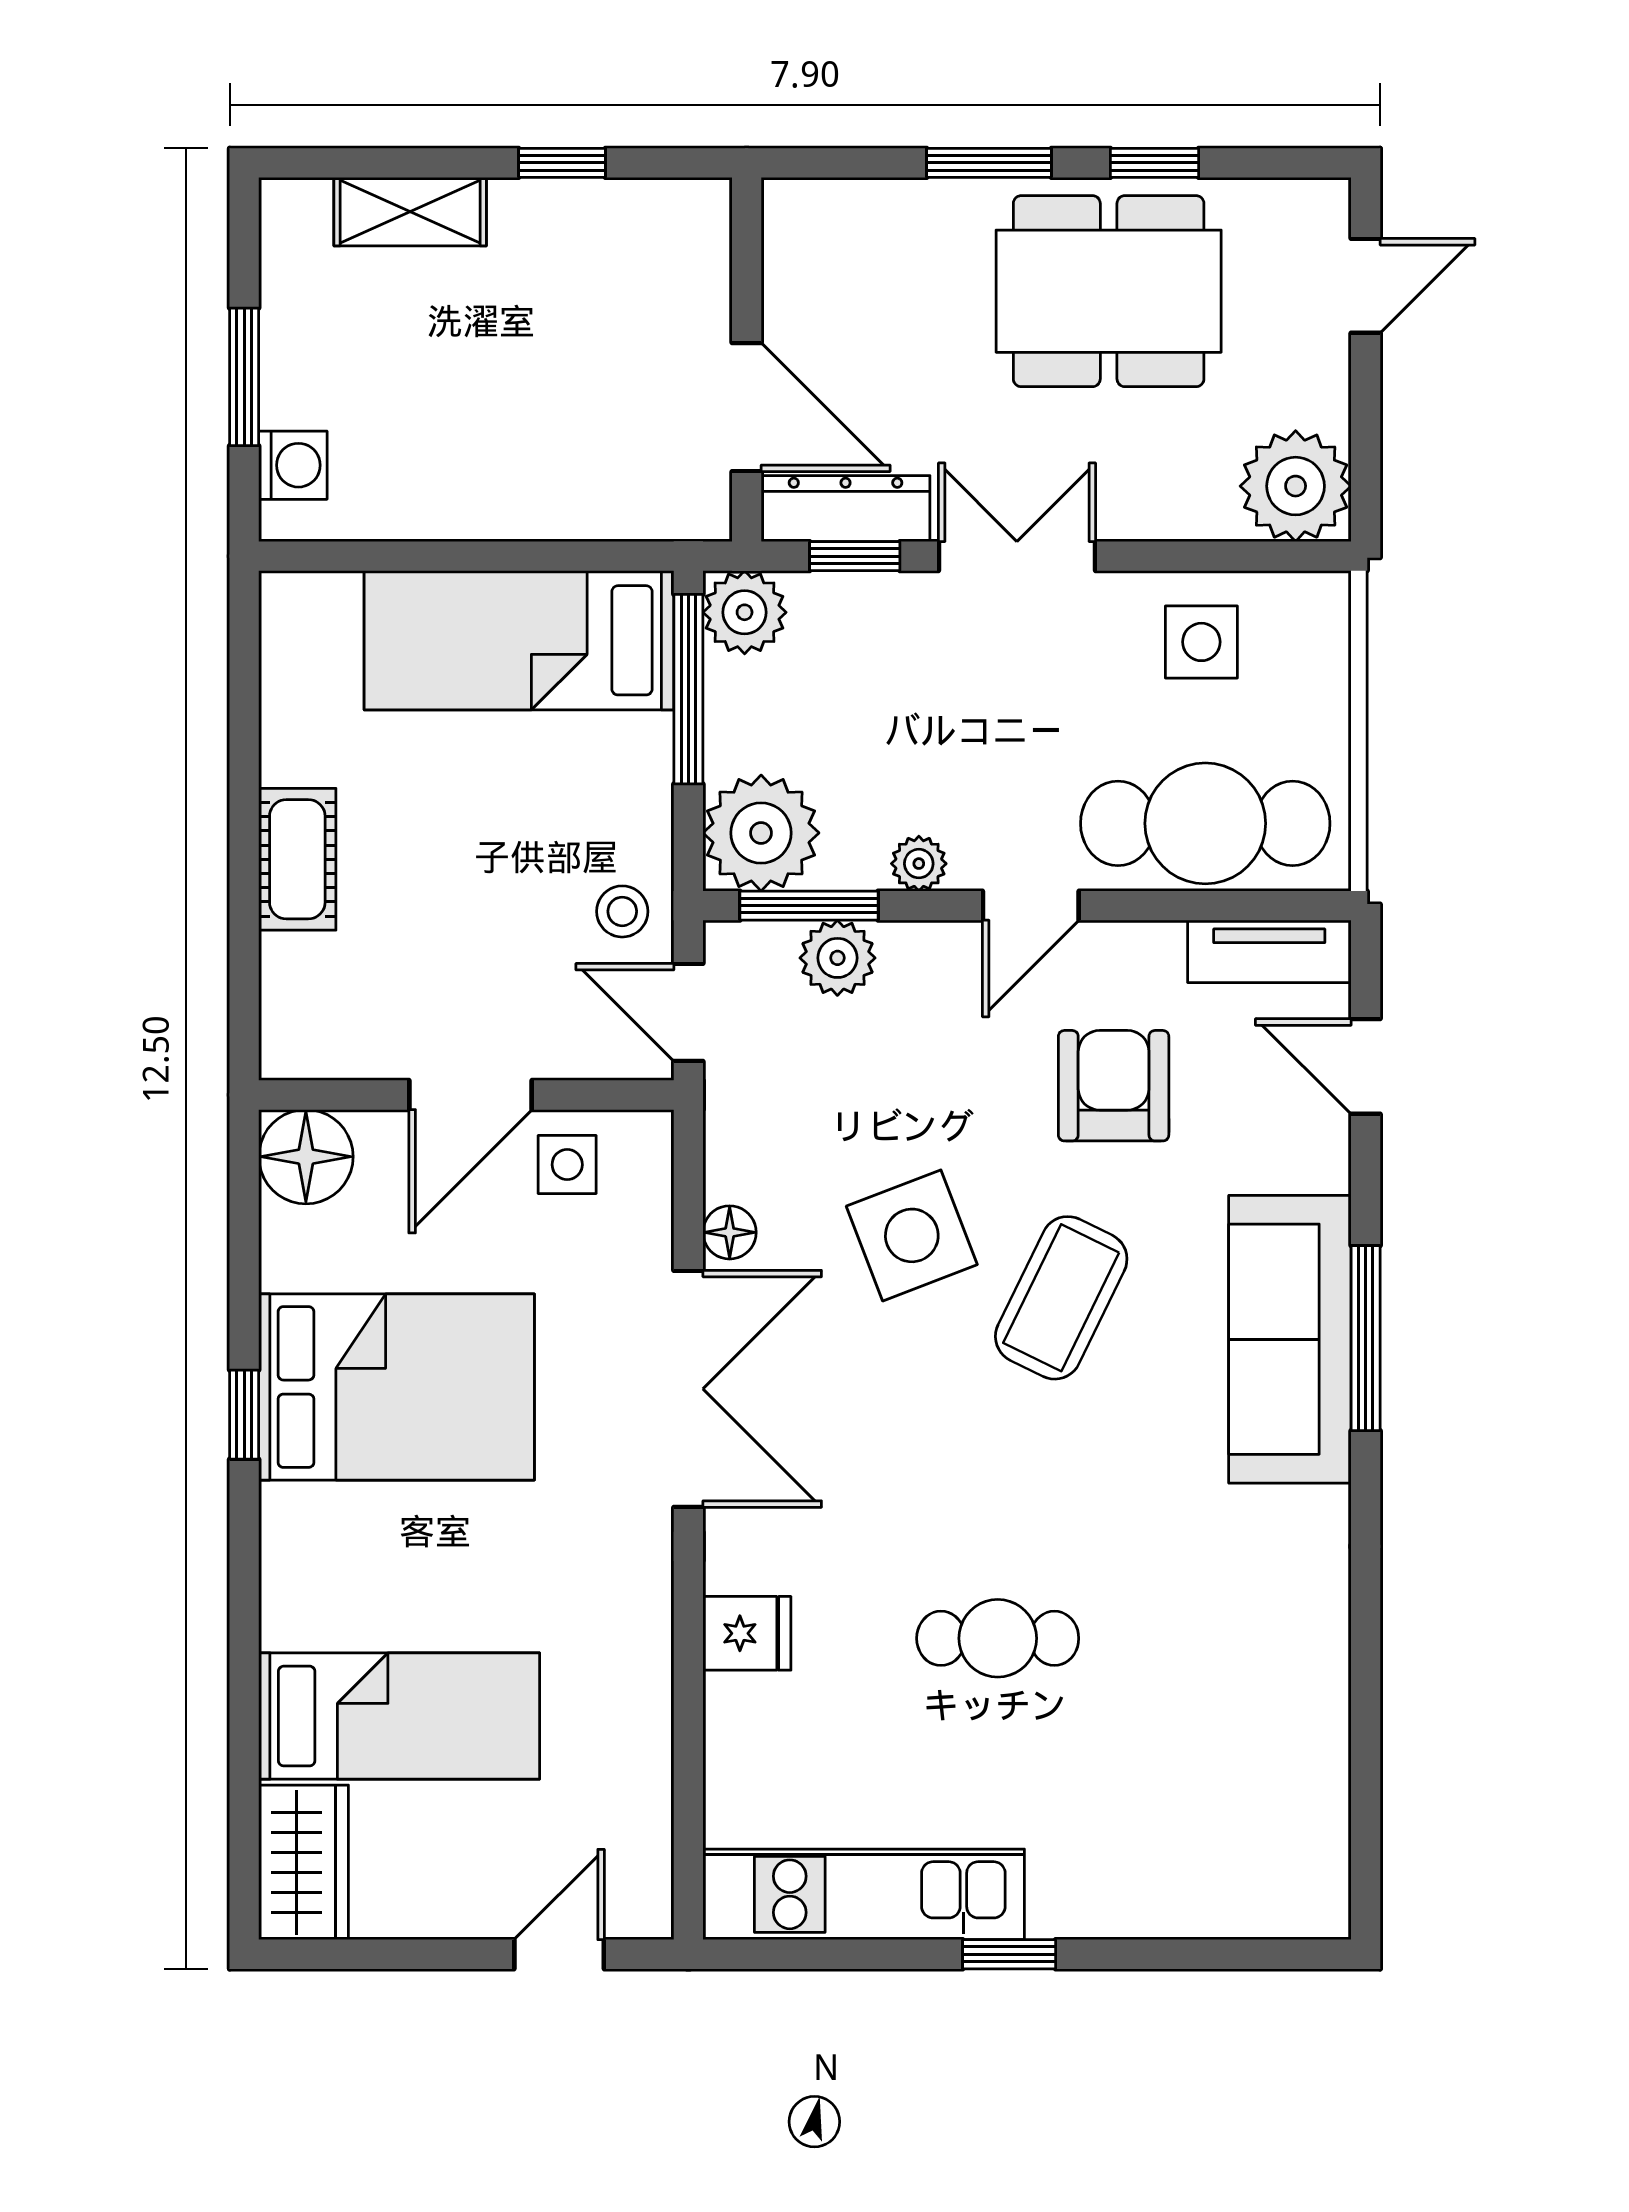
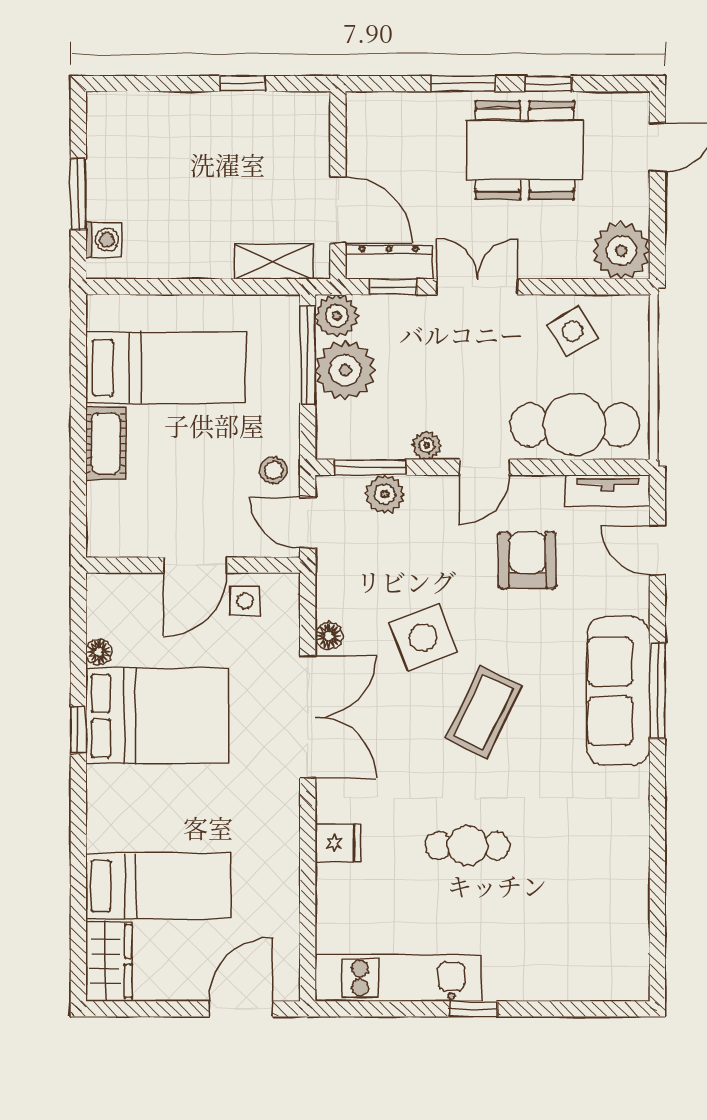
shelving: (410, 212) -> (274, 262), moved
bed: (519, 640) -> (166, 368), moved, turned 180
side table: (1201, 642) -> (573, 331), turned -31
plant: (761, 833) -> (345, 370), moved
floor lamp: (306, 1157) -> (99, 652), moved, width x0.53, depth x0.53
coffee table: (1061, 1298) -> (483, 712), moved
door: (559, 1954) -> (241, 1009), width x1.38

